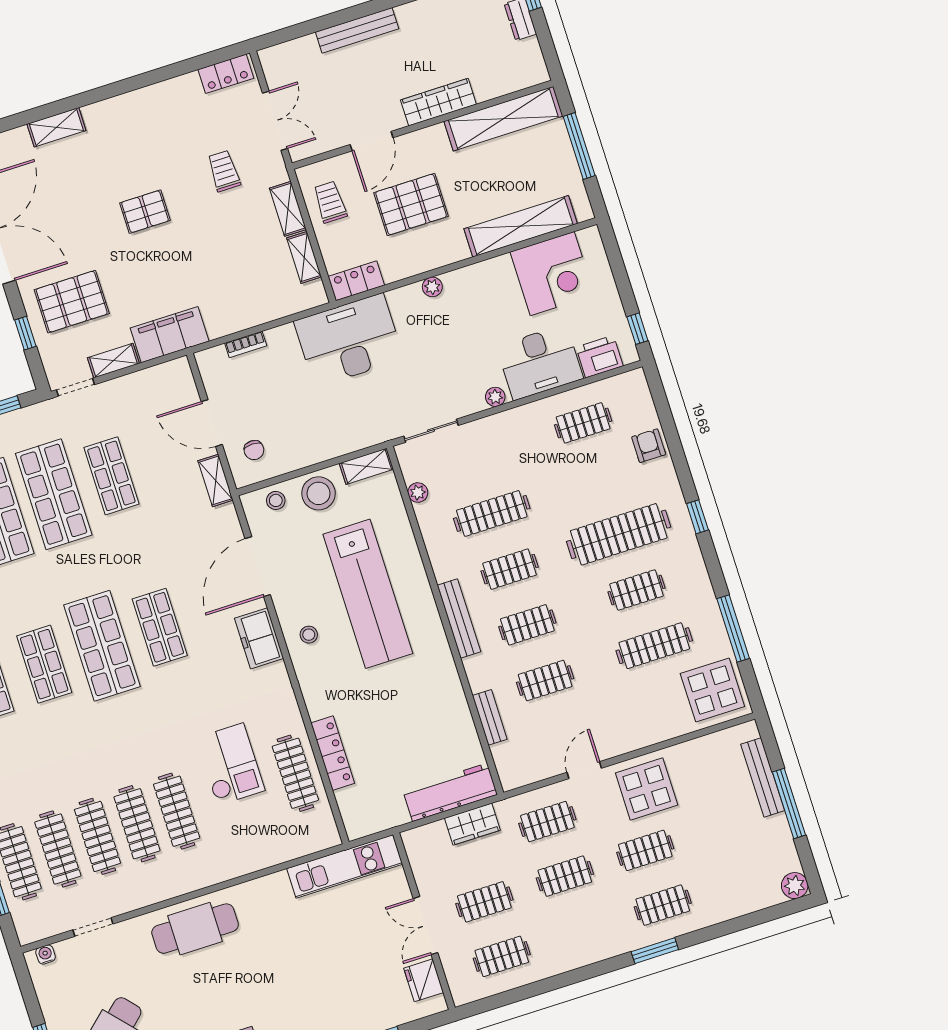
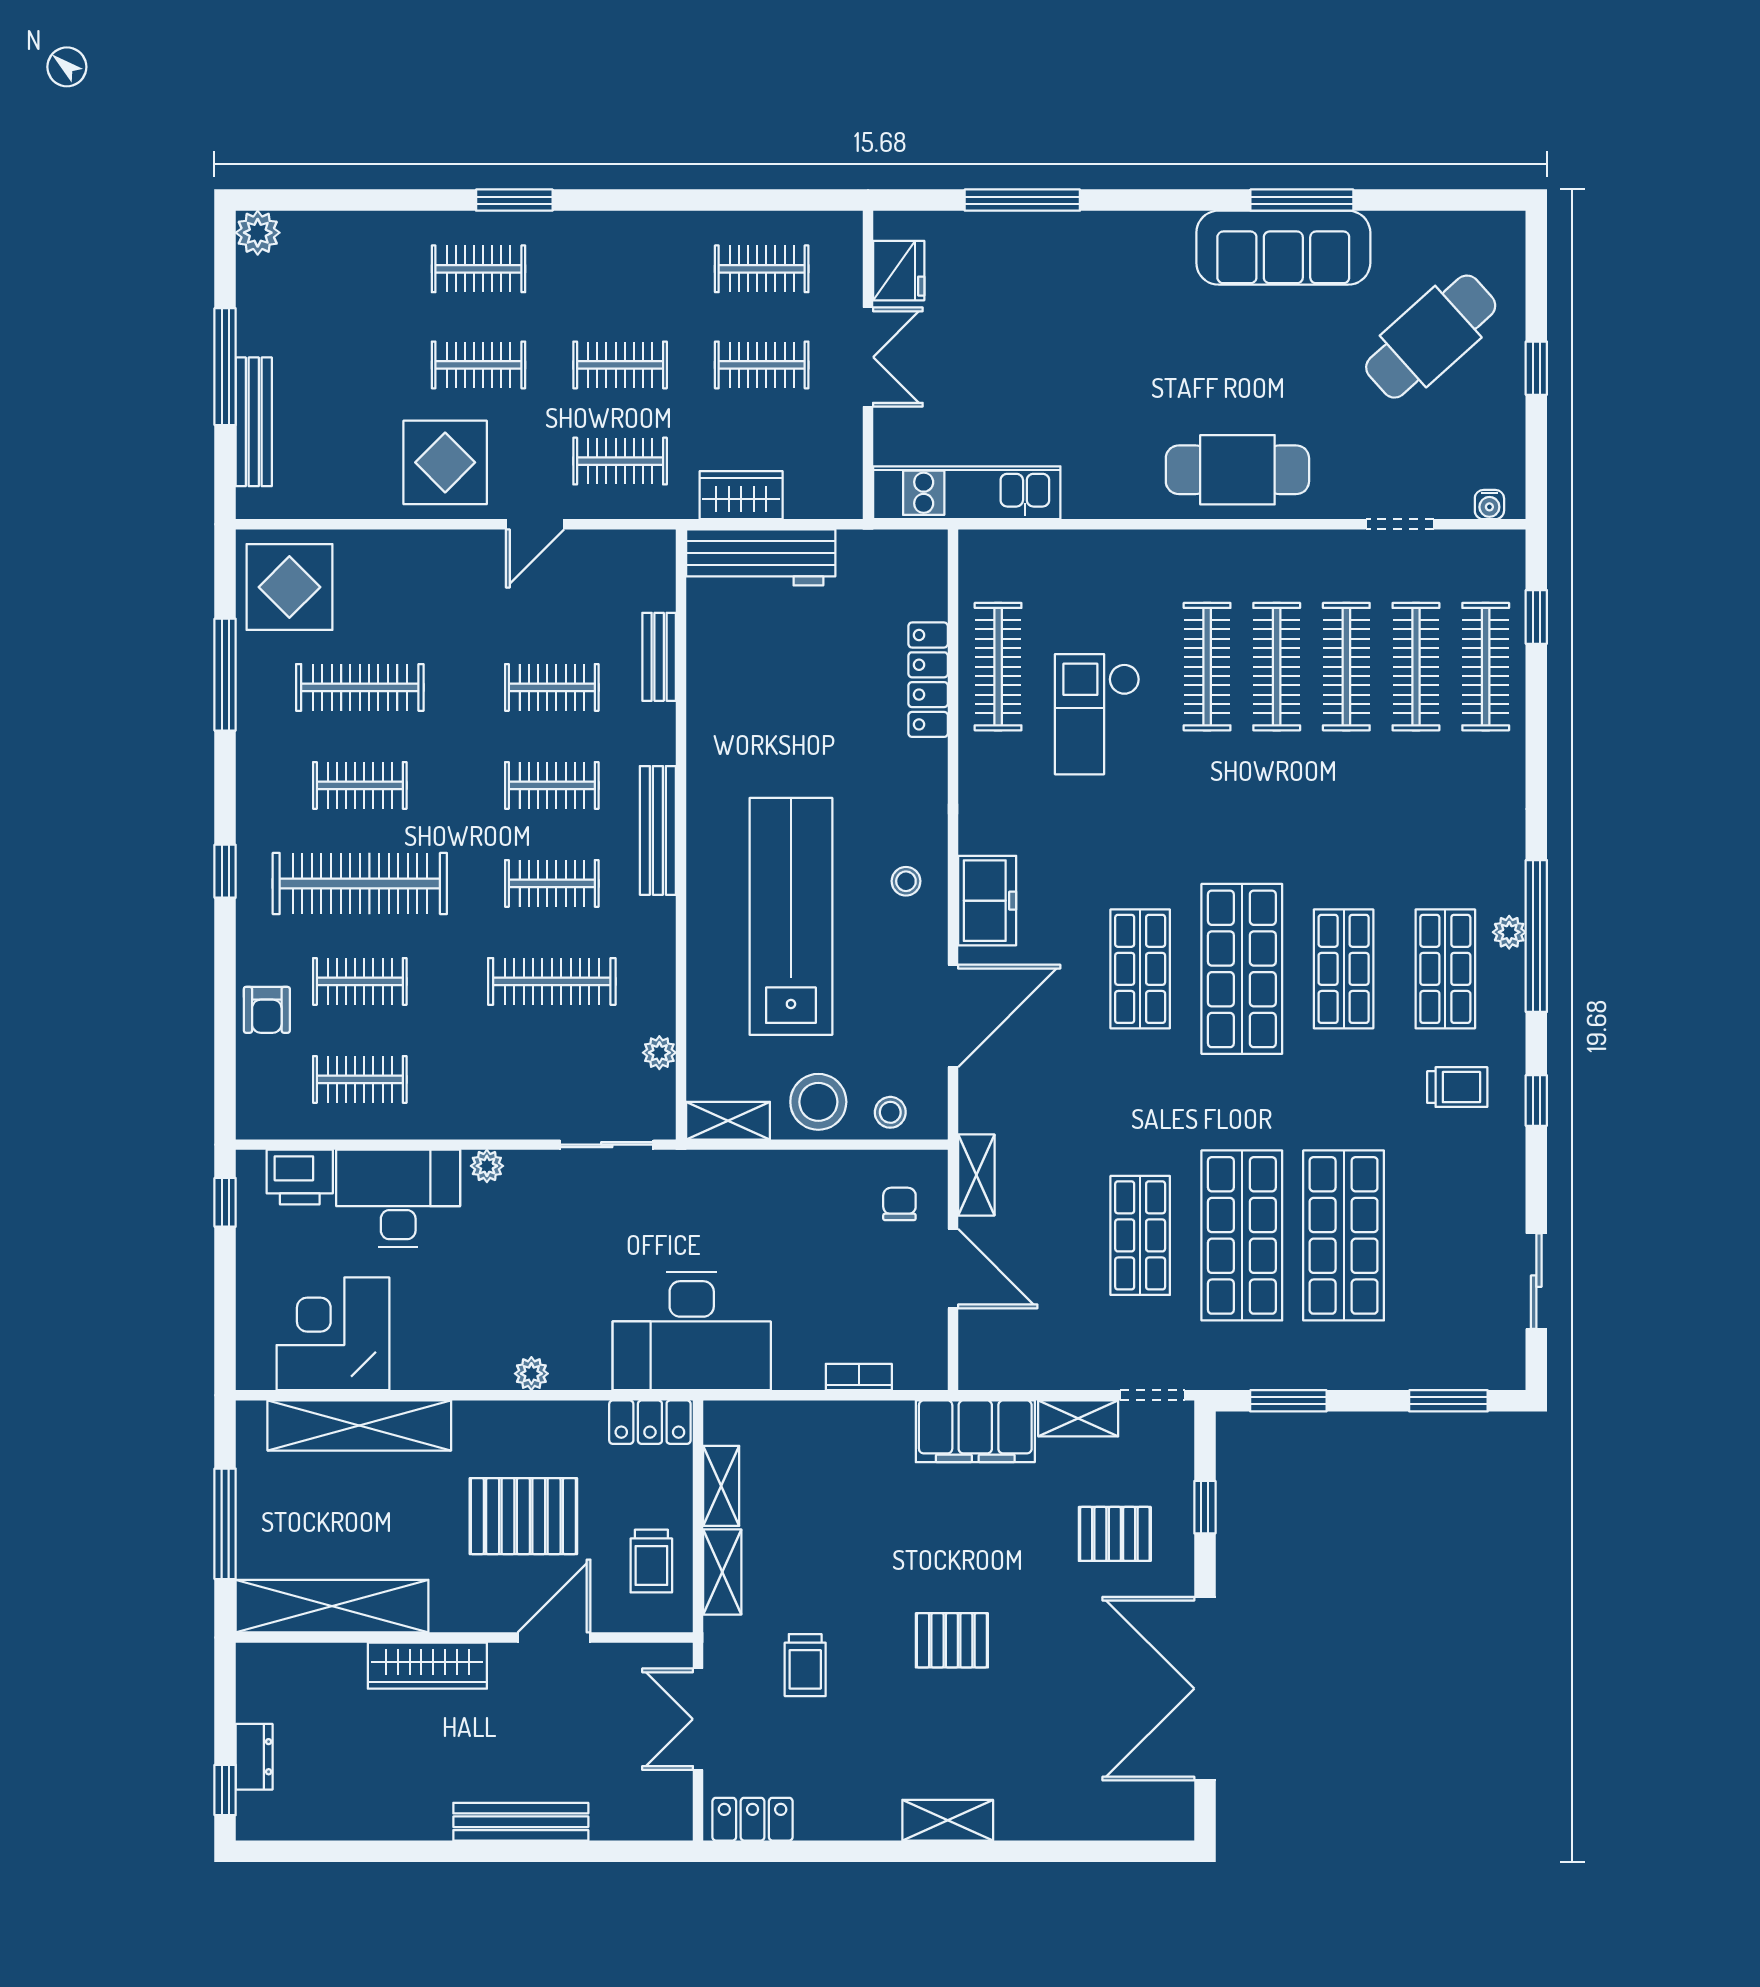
shelving: (56, 127) -> (948, 1820), moved
pallet: (72, 302) -> (1115, 1534), width x0.67, depth x0.71
clothes rail: (601, 479) -> (360, 981), added

